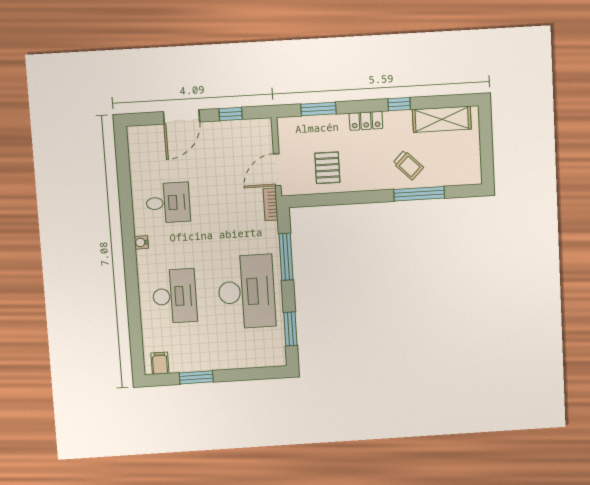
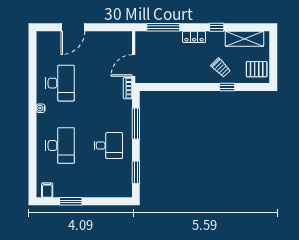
window: (319, 109) -> (163, 27), width x1.44
window: (231, 114) -> (105, 27), removed
pallet: (327, 168) -> (257, 69), moved, turned 90
window: (419, 194) -> (227, 87), width x0.46
desk: (168, 203) -> (60, 83), width x1.37
desk: (247, 292) -> (108, 145), width x0.53, depth x0.77

